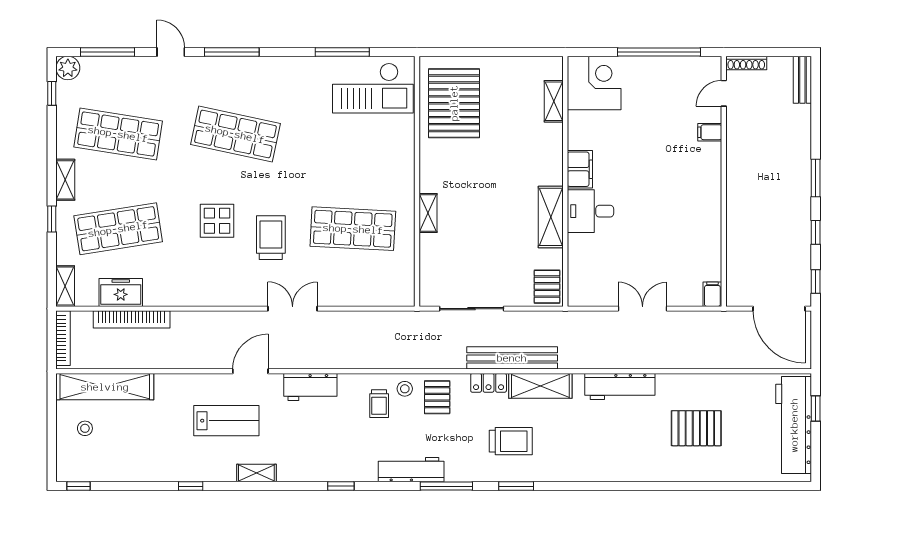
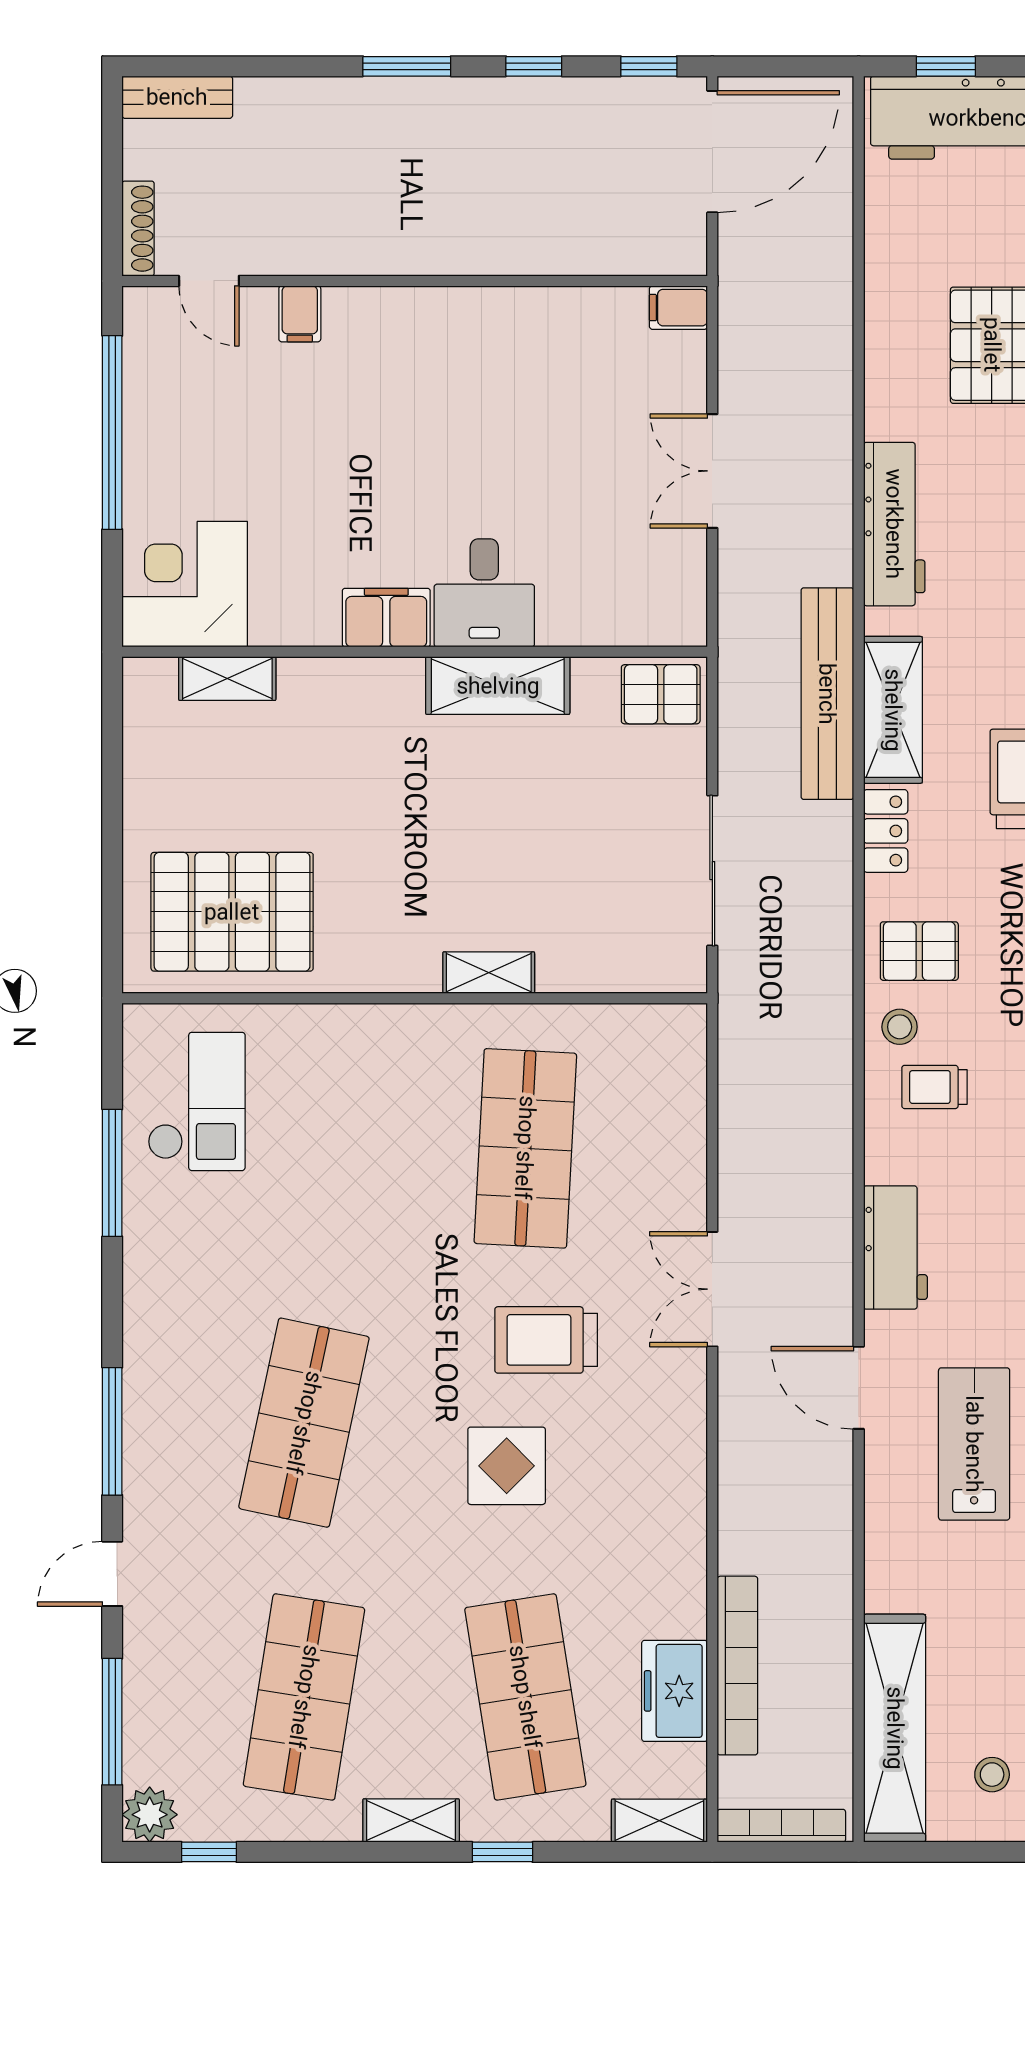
checkout: (373, 88) -> (196, 1101), width x0.73, depth x0.83
bench: (512, 358) -> (827, 694), moved
trolley: (379, 404) -> (935, 1087), turned 180

